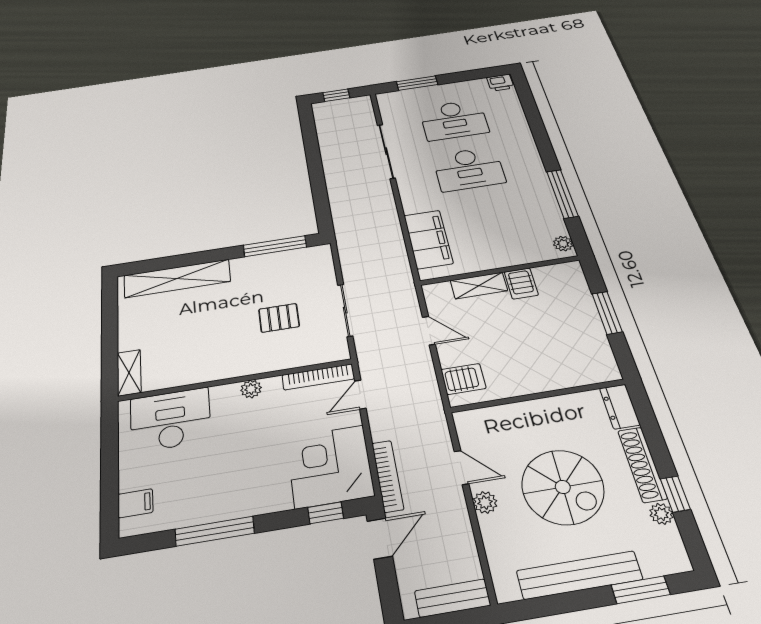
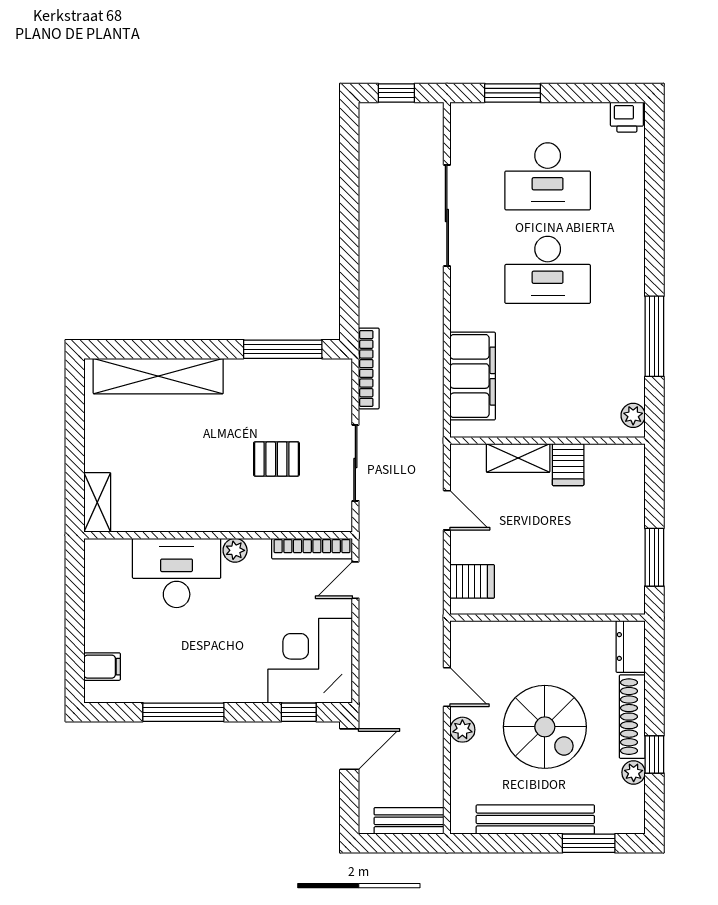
window: (607, 313) -> (654, 557), moved
desk: (170, 420) -> (177, 573), moved
bookcase: (388, 476) -> (369, 368), moved

